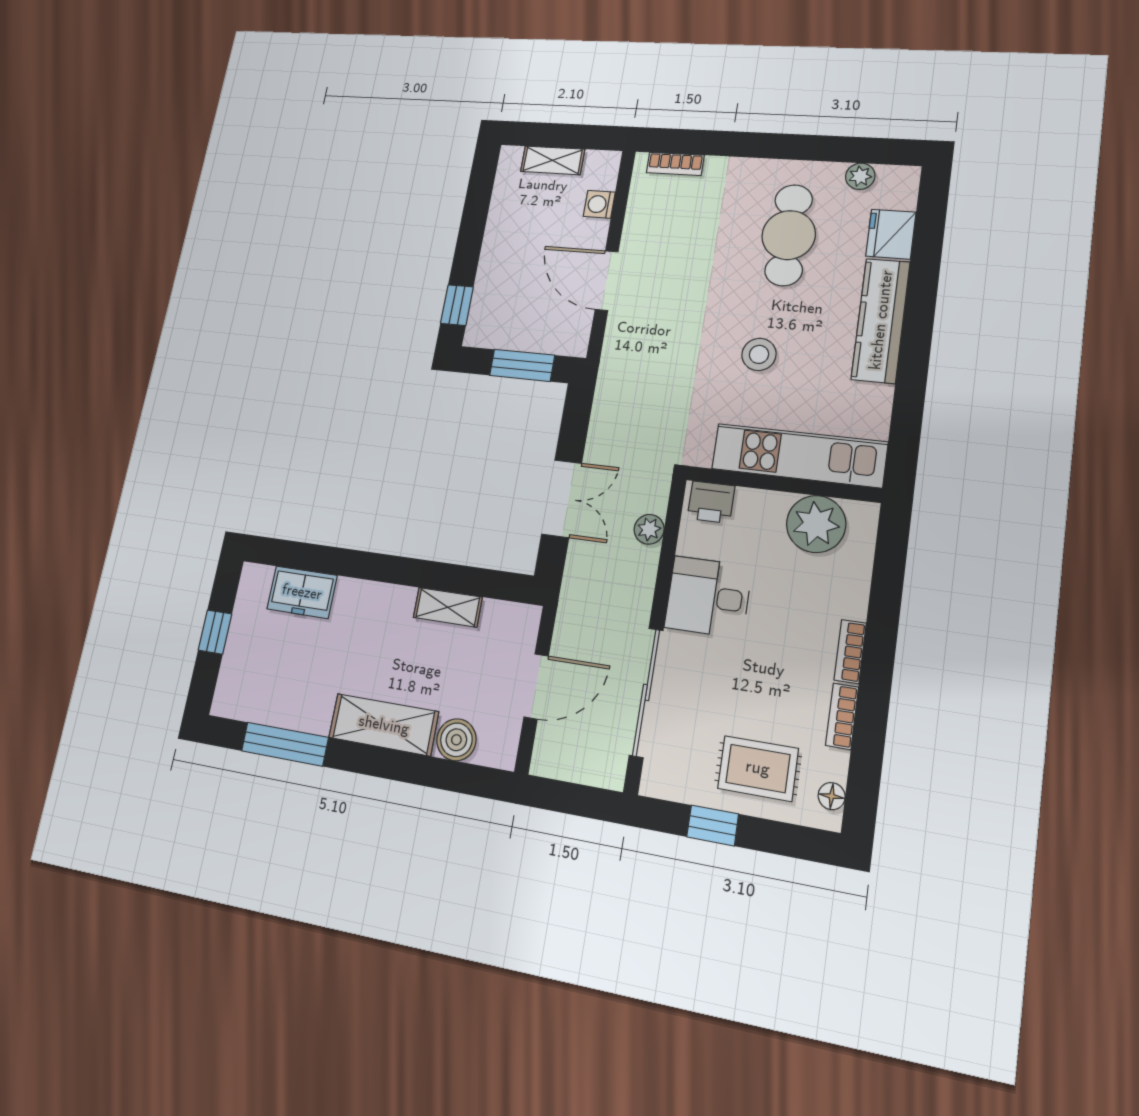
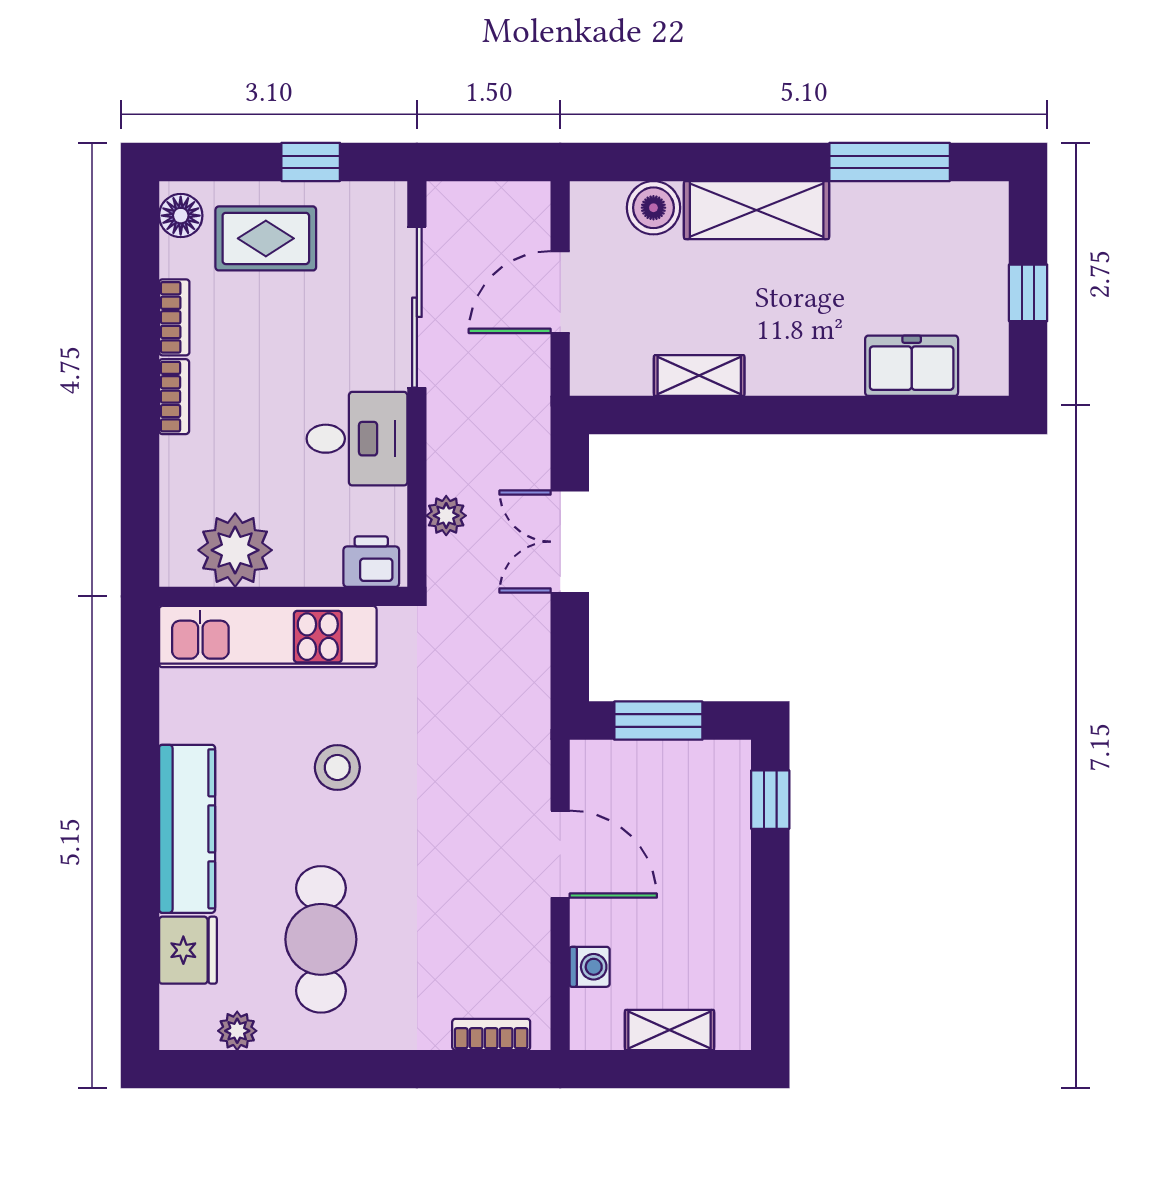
floor lamp: (832, 796) -> (181, 216), width x1.37, depth x1.37

